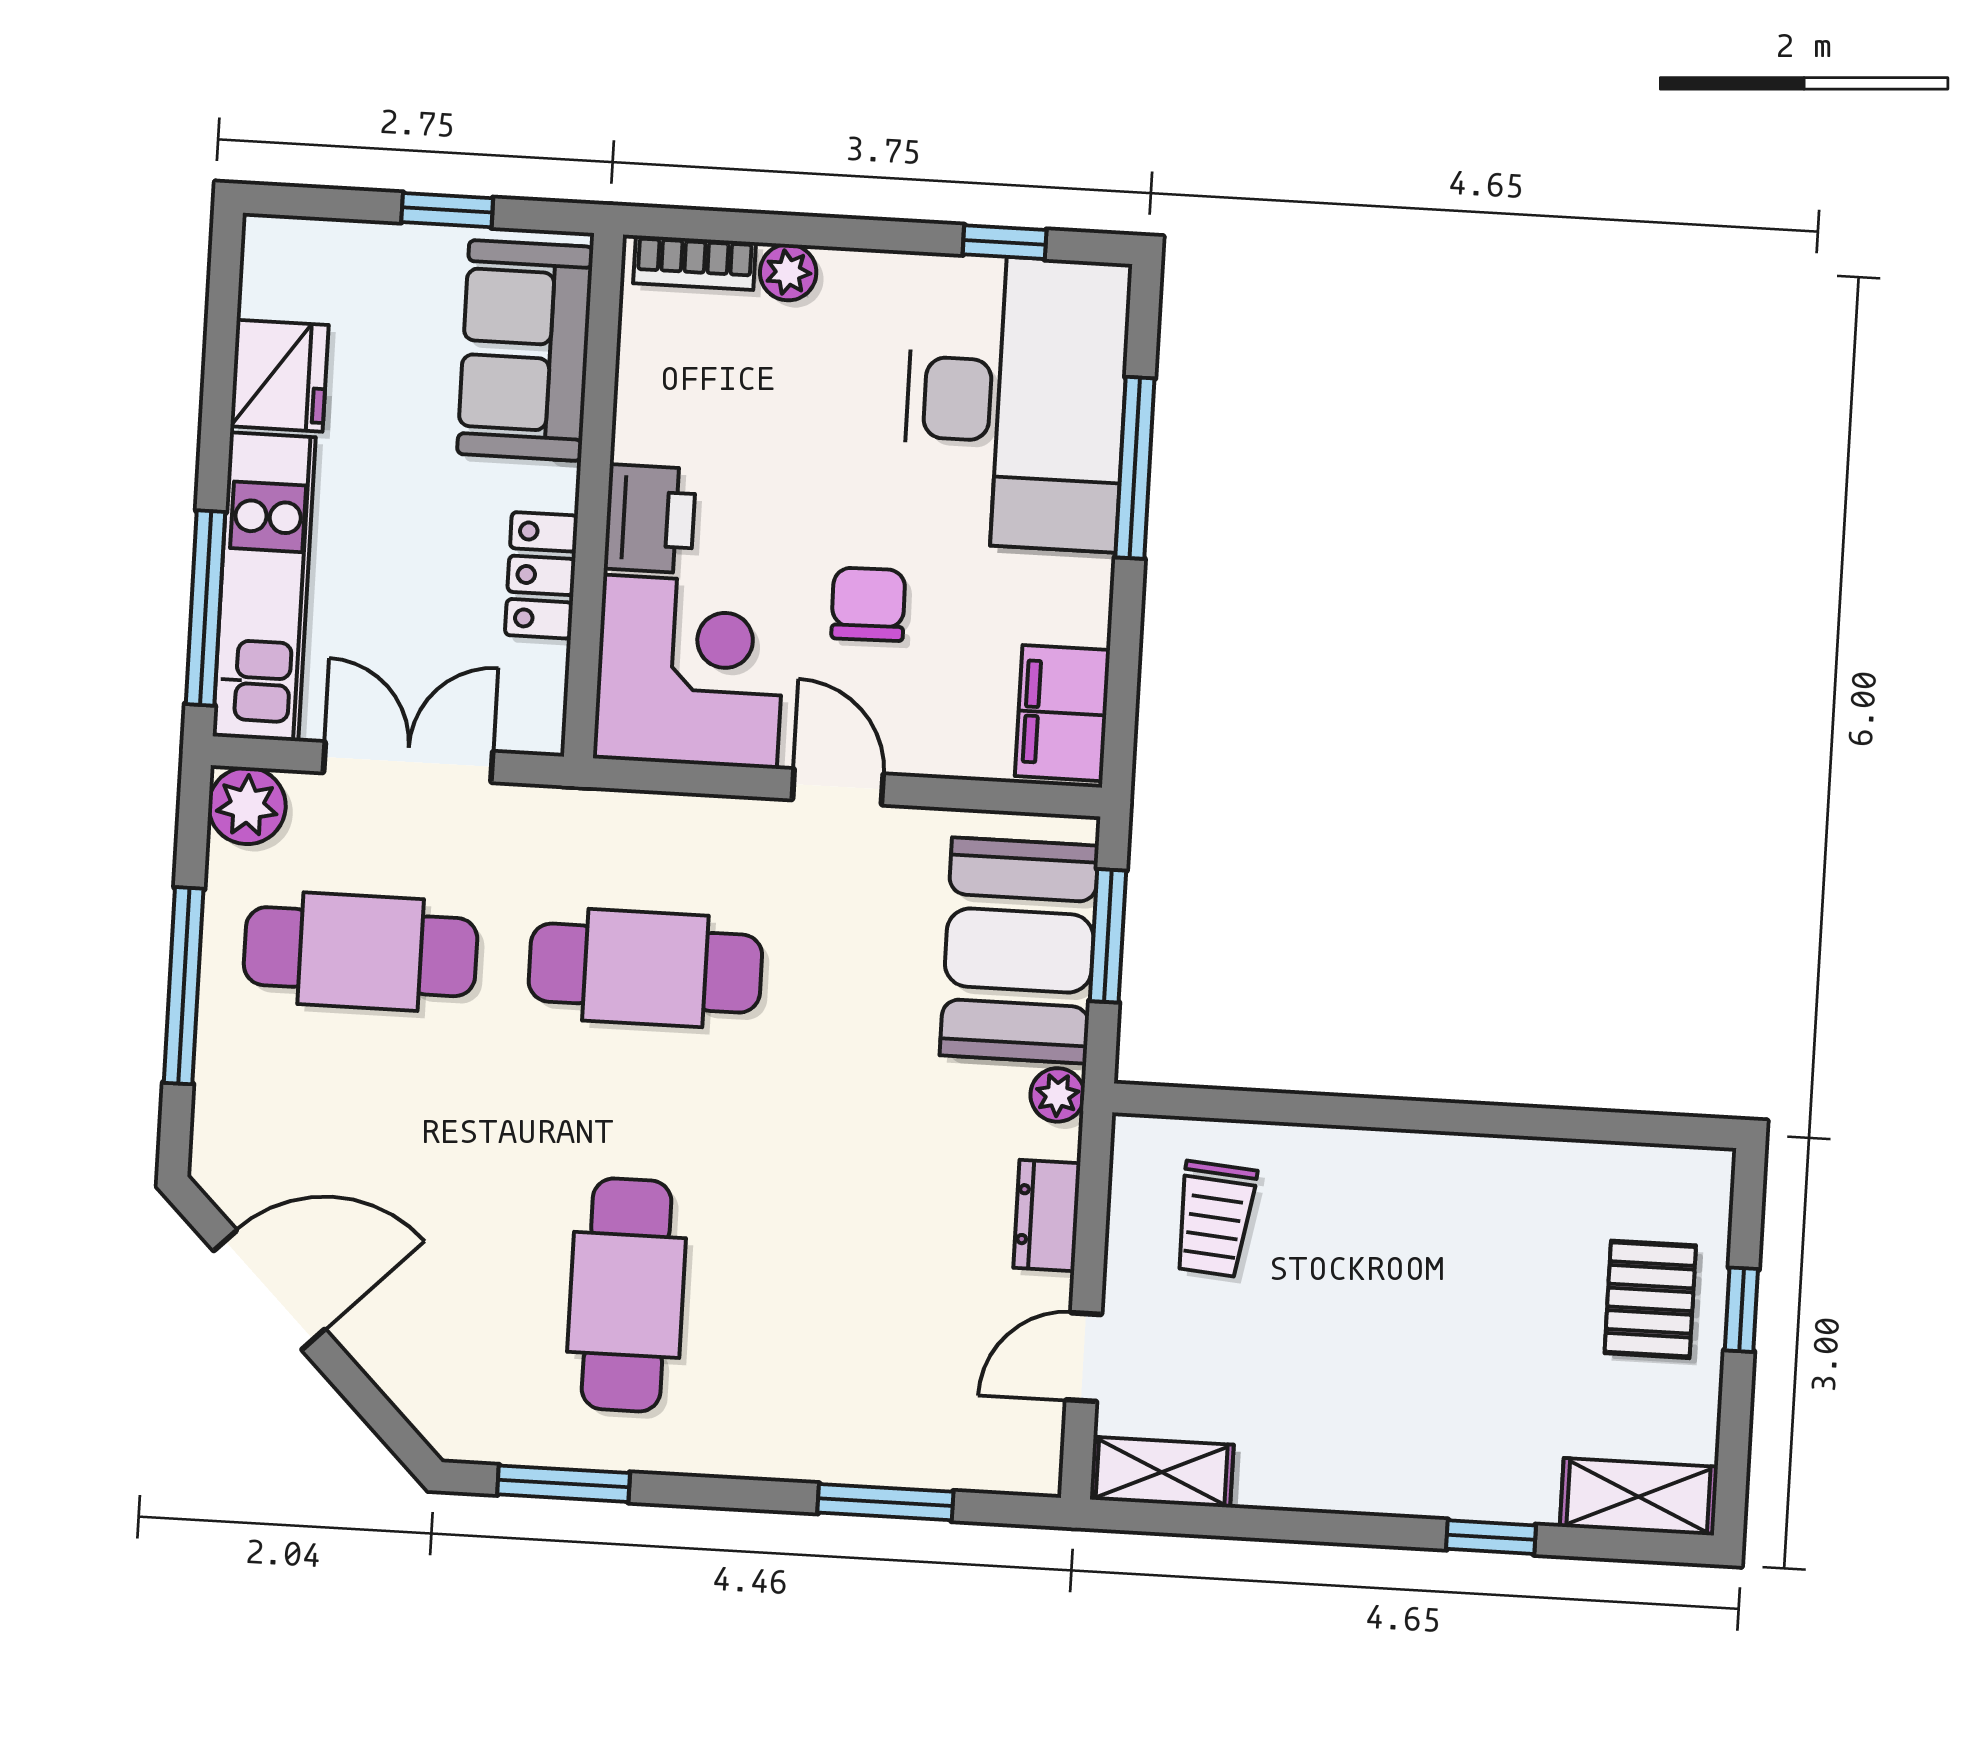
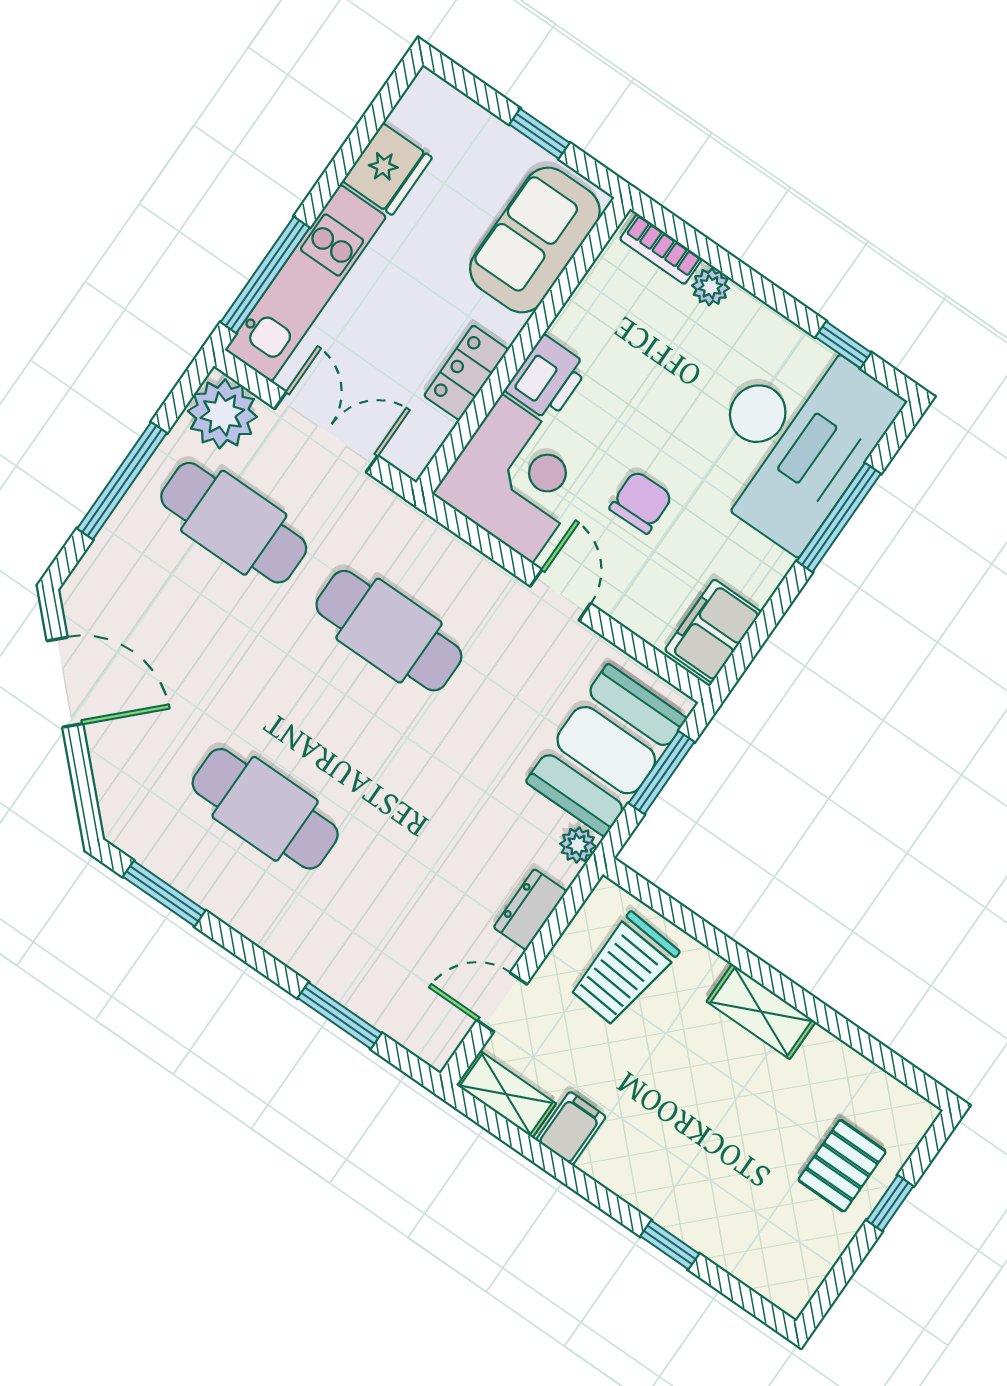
plant: (247, 806) -> (222, 414), width x1.36, depth x1.36
trolley: (1214, 1219) -> (624, 969), width x1.36, depth x1.39
cafe table: (627, 1295) -> (265, 809), turned 90
filing cabinet: (1272, 1465) -> (571, 1128), added
shelving: (1639, 1497) -> (761, 1012), moved

